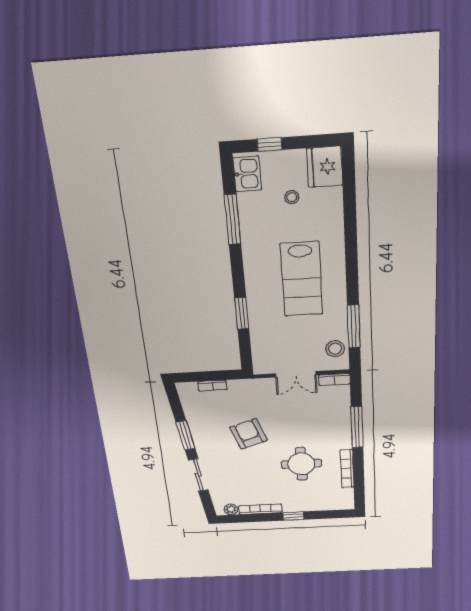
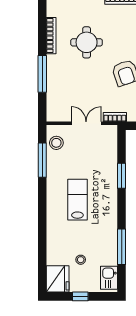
window: (269, 144) -> (80, 296), moved
lab bench: (302, 279) -> (77, 200), width x0.73, depth x0.72
bookcase: (334, 379) -> (115, 117), moved

